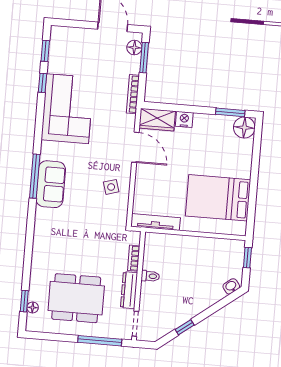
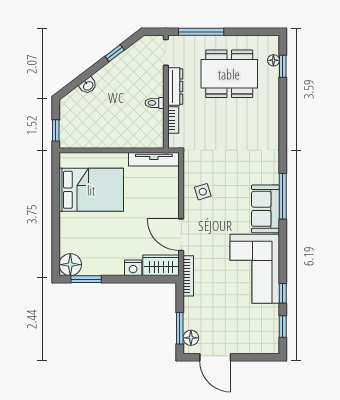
bookcase: (133, 94) -> (188, 276), moved
sofa: (51, 184) -> (265, 209), moved
washbasin: (231, 286) -> (88, 86), moved

